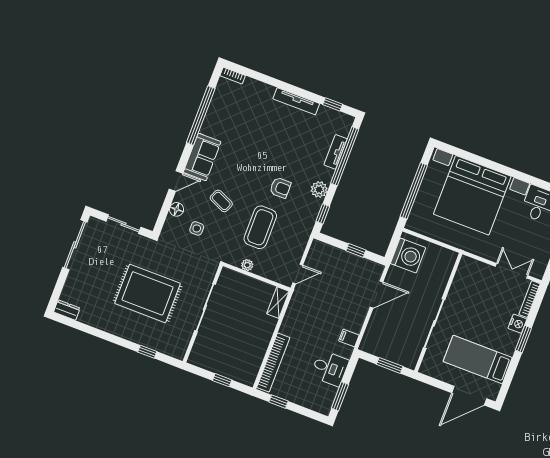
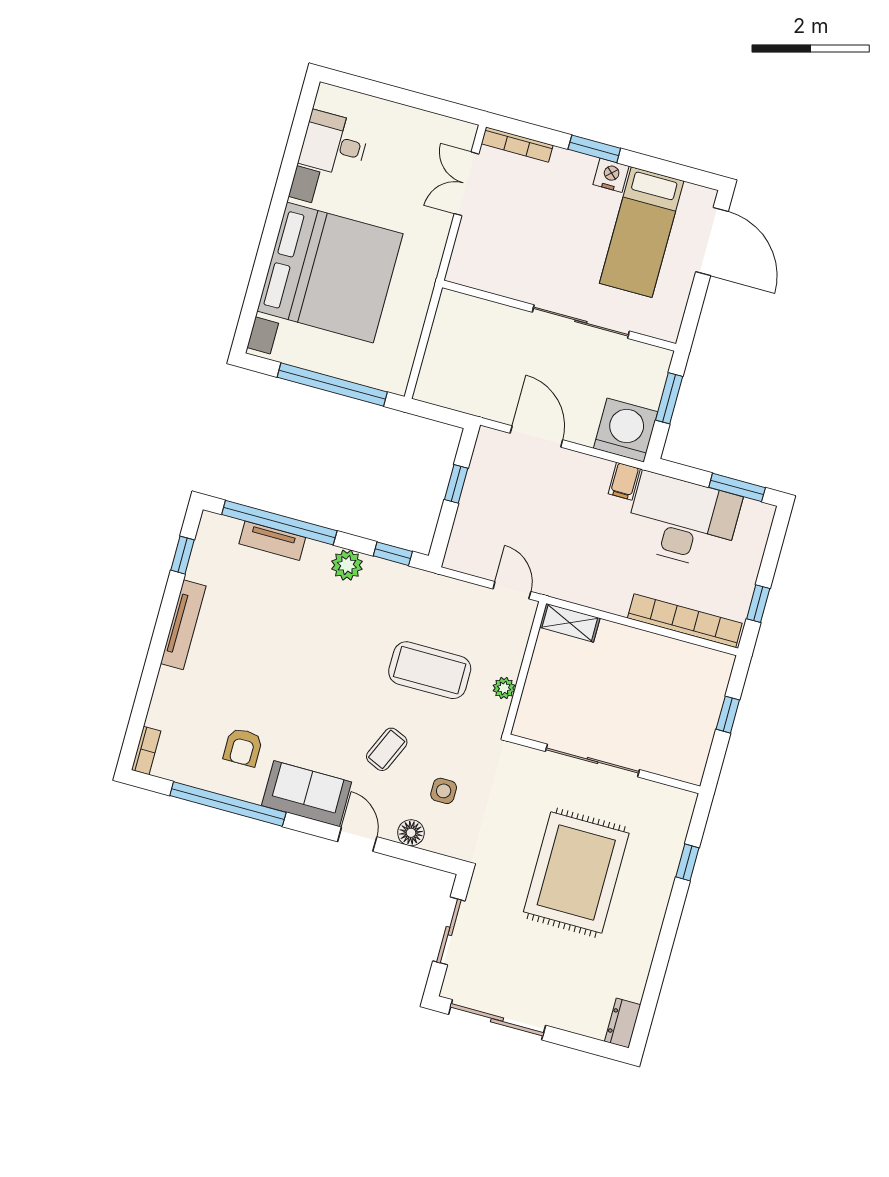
armchair: (280, 188) -> (243, 747), moved, turned 180
washing machine: (408, 256) -> (626, 430), moved
nightstand: (517, 324) -> (611, 175), moved
desk: (330, 368) -> (683, 521), width x1.87, depth x1.30

